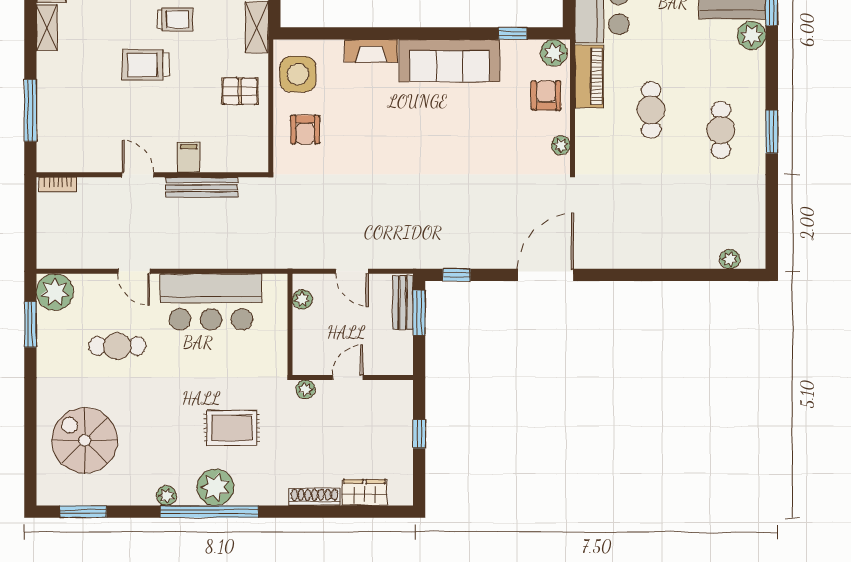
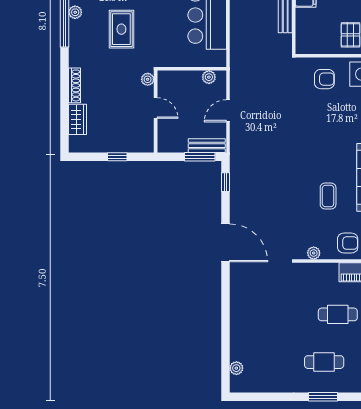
coffee table: (477, 124) -> (328, 196), added
armchair: (305, 130) -> (324, 79), turned 180
plant: (215, 487) -> (75, 12), width x0.53, depth x0.53

